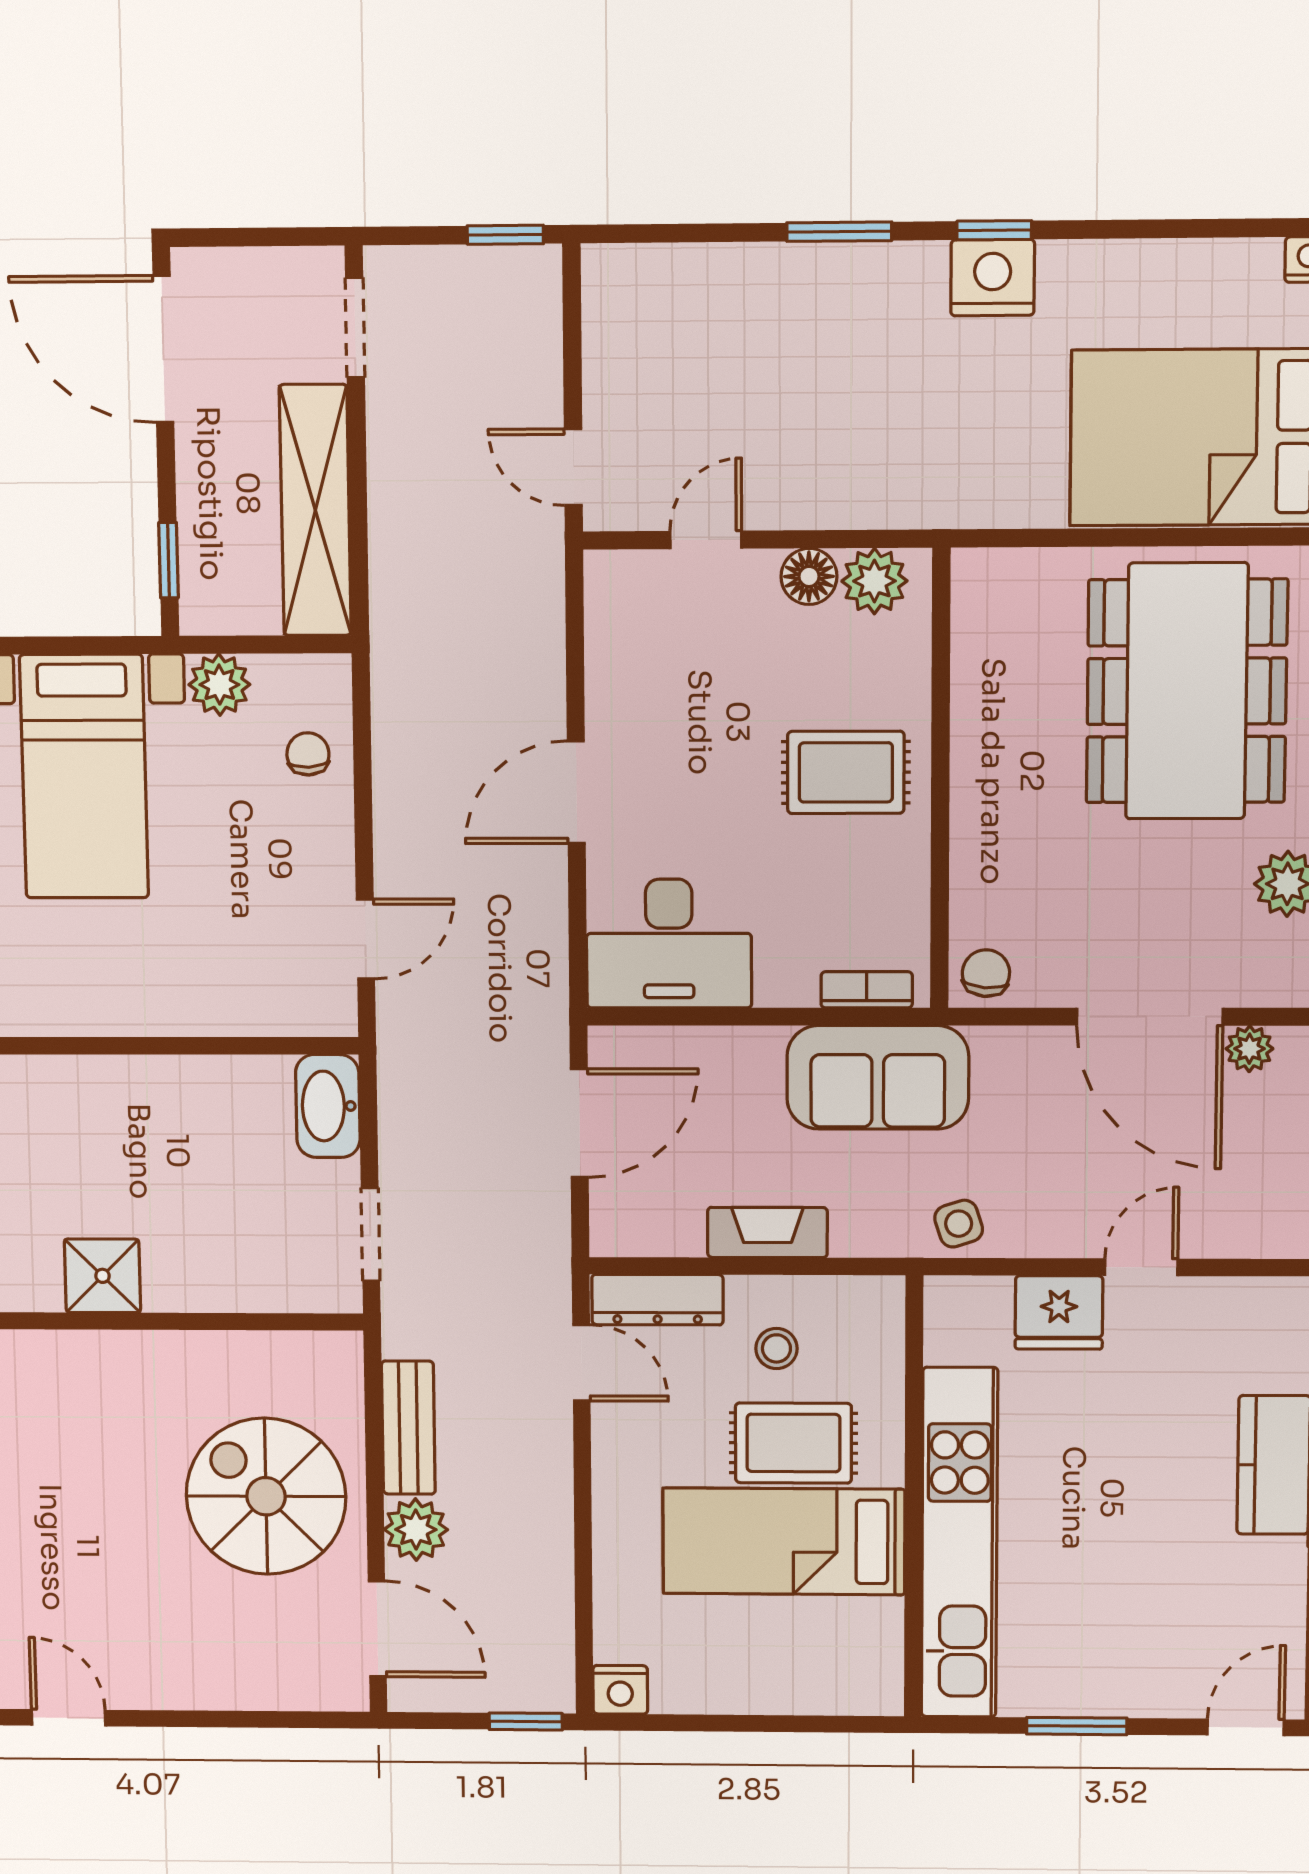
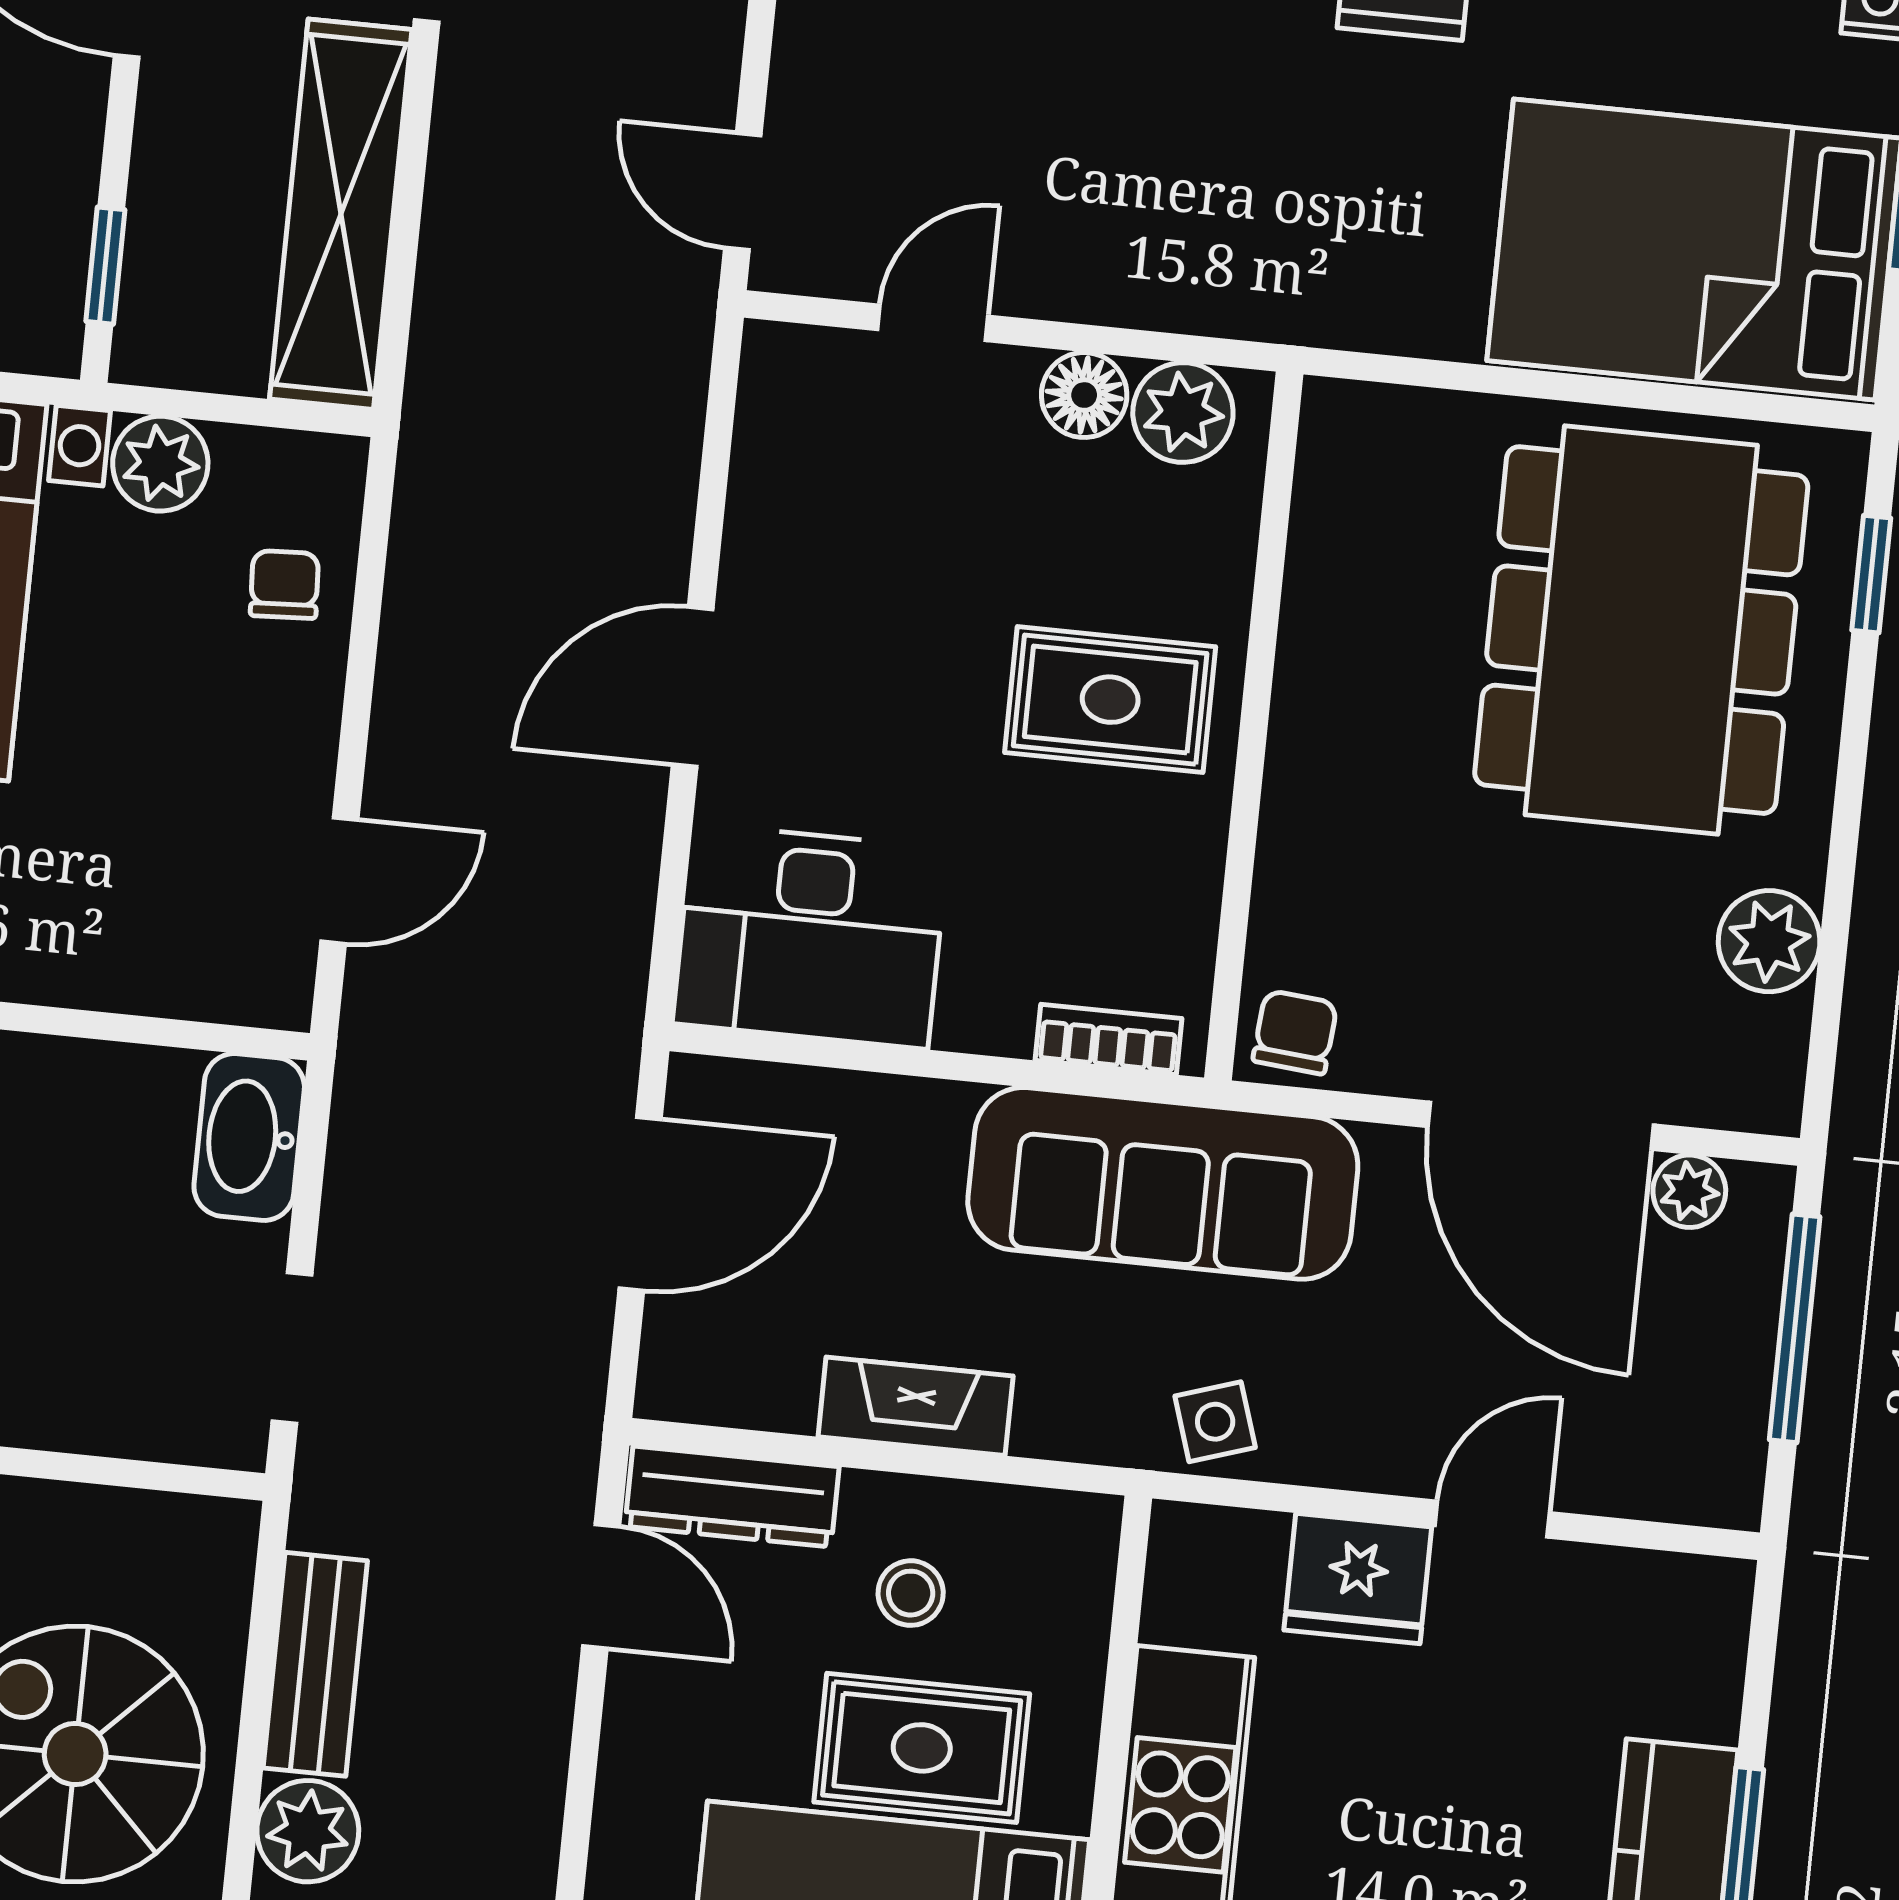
sofa: (878, 1077) -> (1163, 1183), width x1.36

